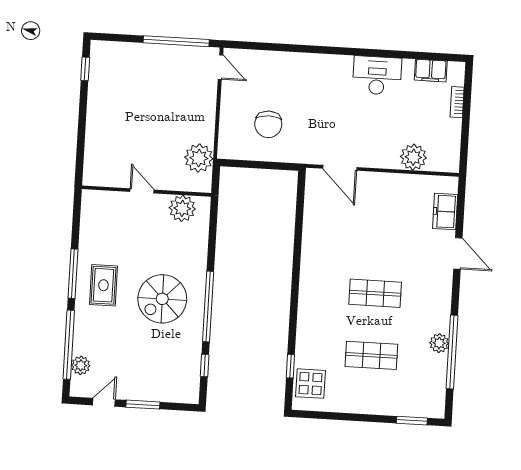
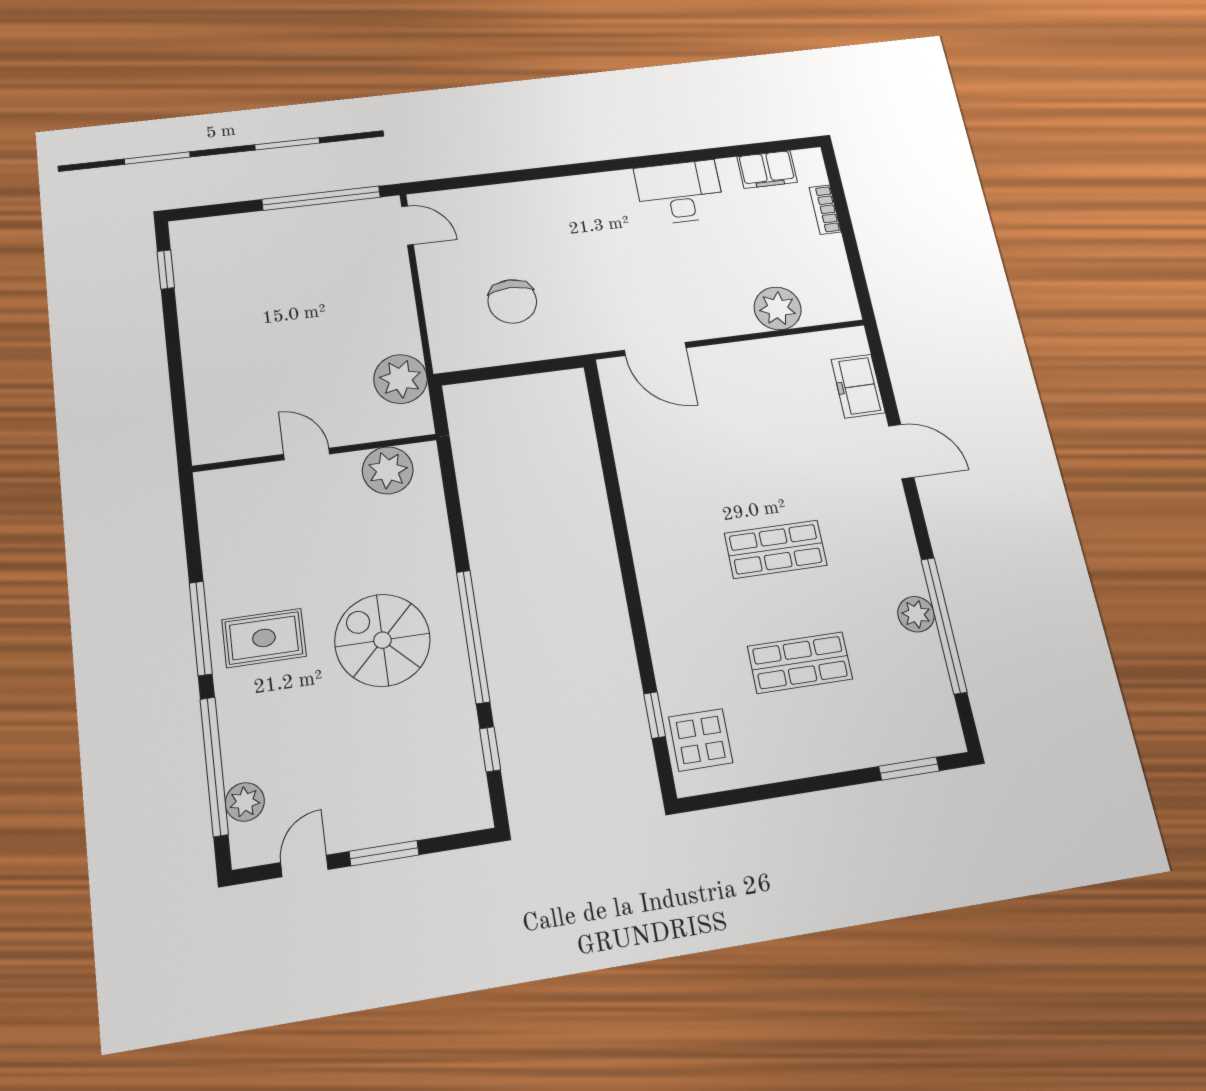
rug: (103, 285) -> (264, 638), turned 90
spiral stairs: (162, 299) -> (382, 640), turned 90

